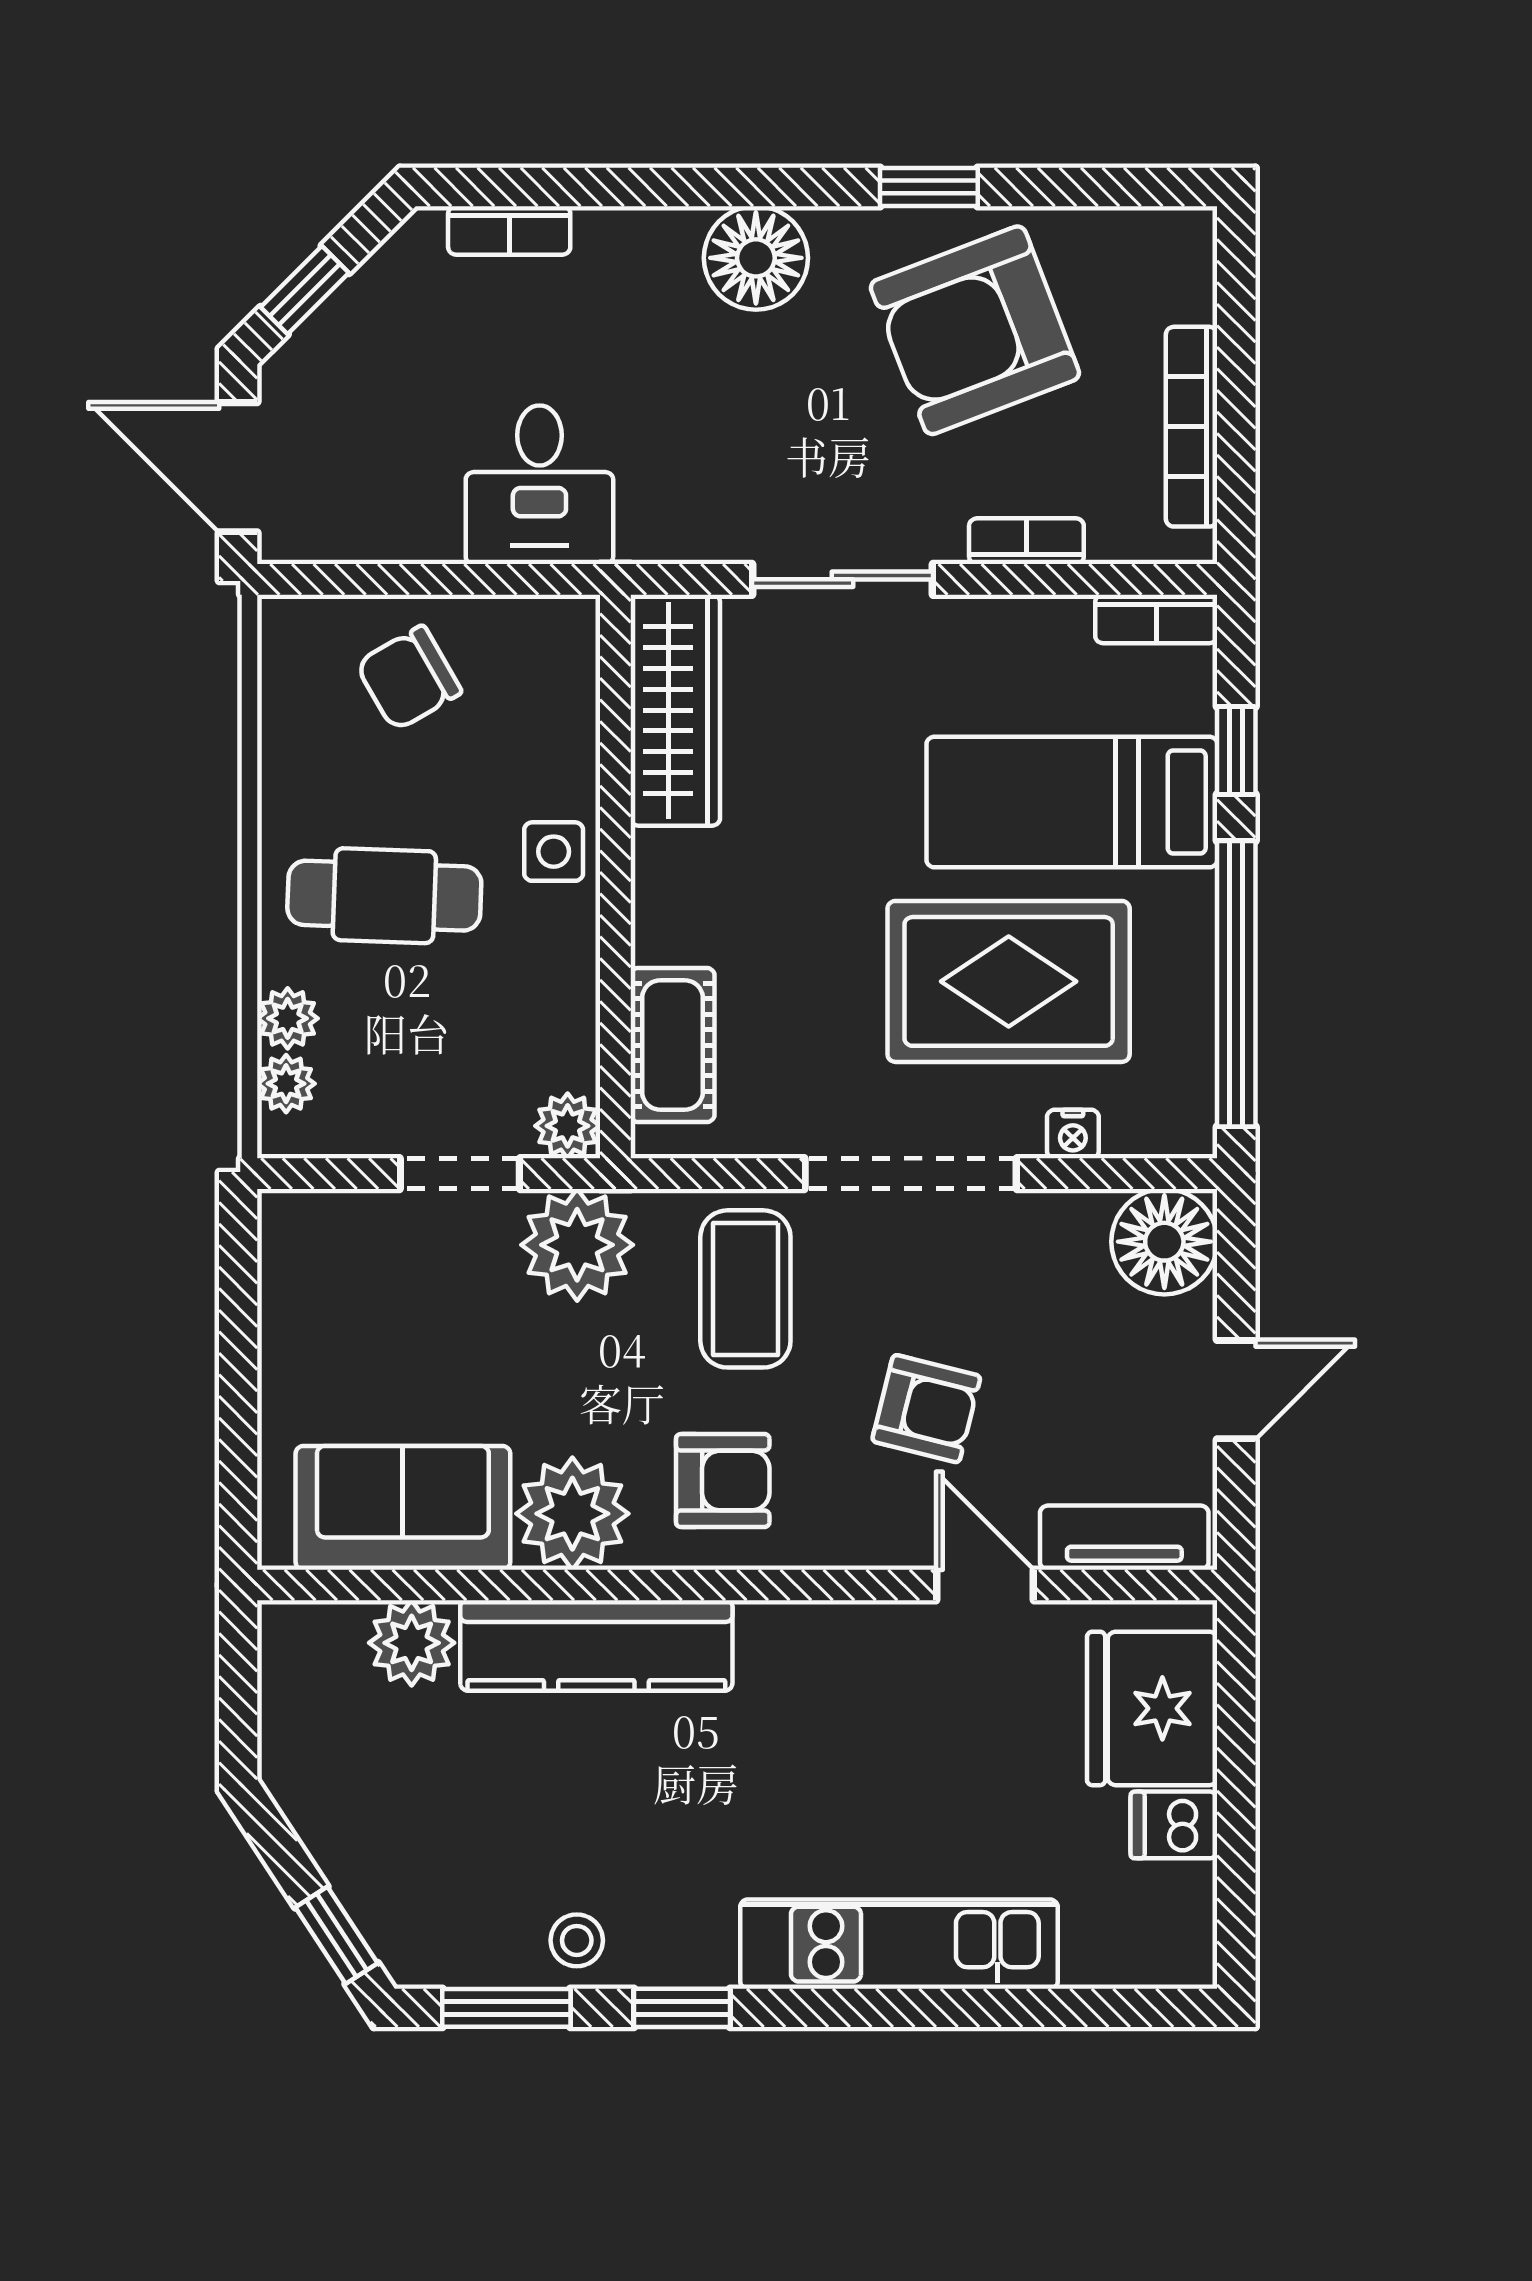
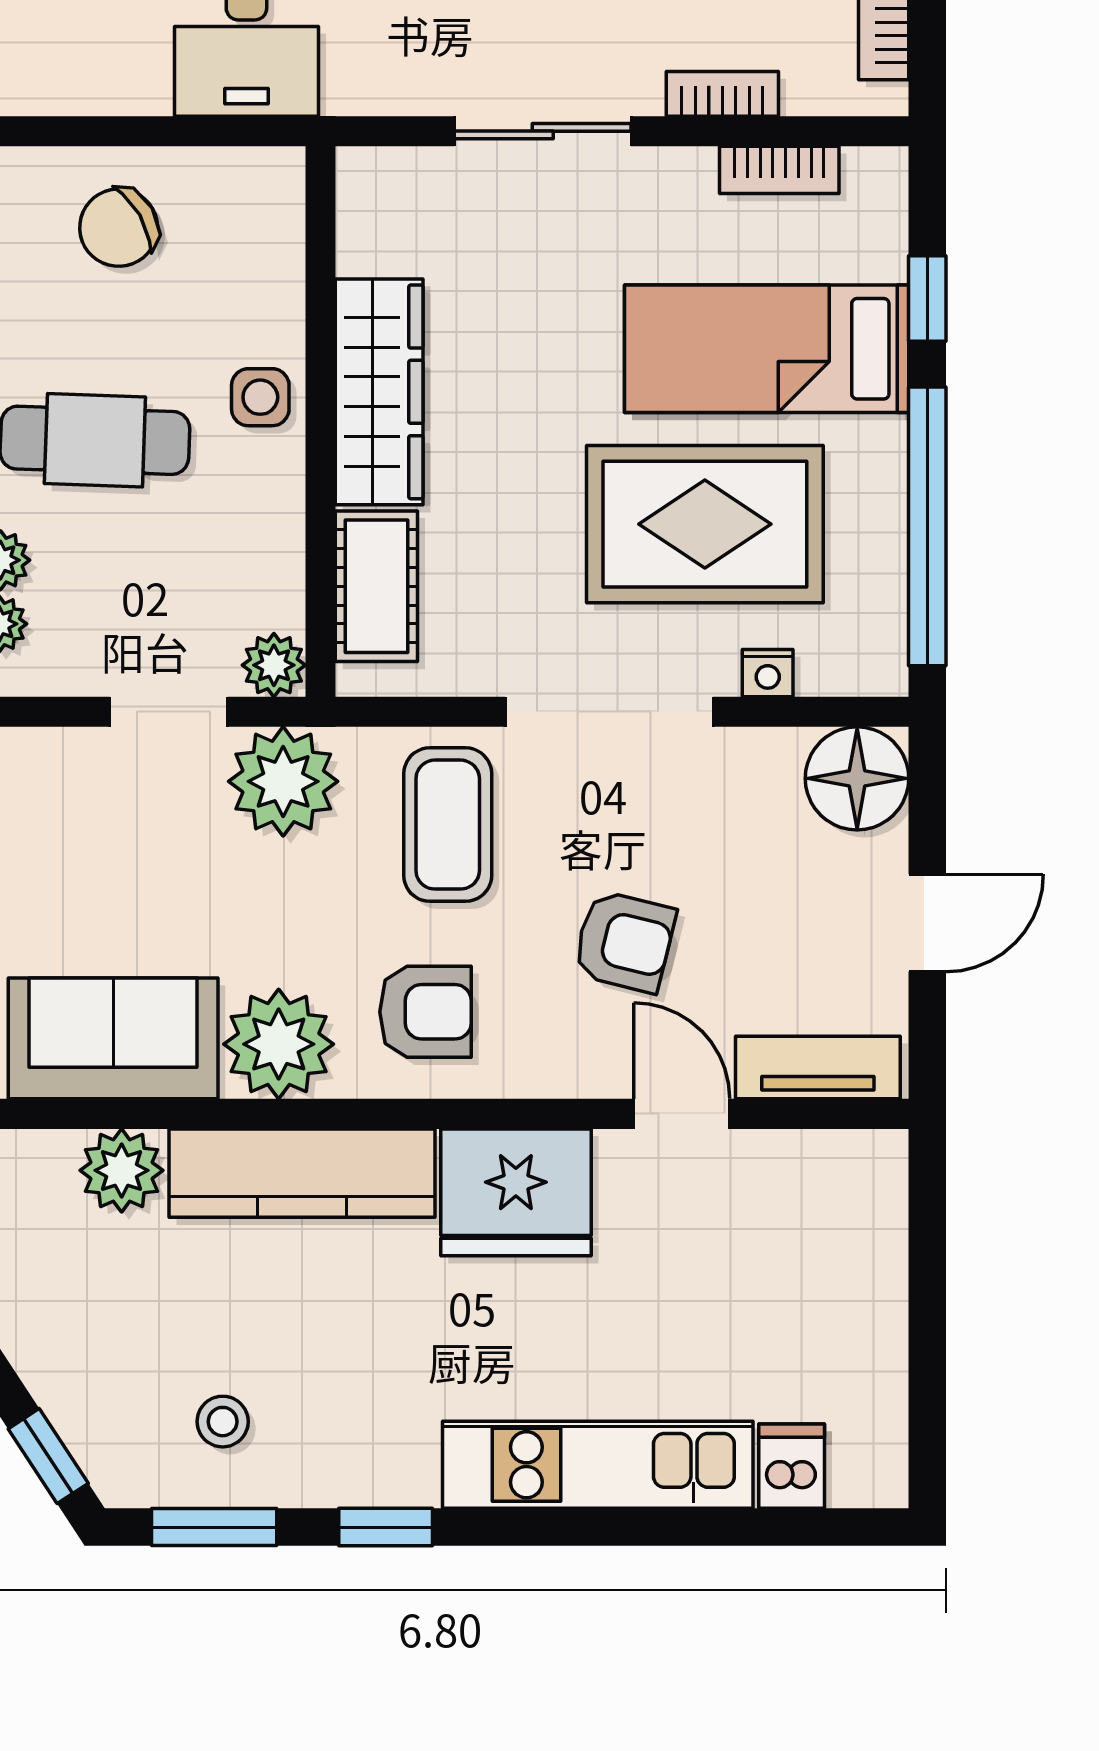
bookcase: (1156, 619) -> (779, 170), moved
wardrobe: (675, 710) -> (379, 392), moved
fridge: (1152, 1708) -> (516, 1192), moved, turned -90
dishwasher: (1174, 1825) -> (792, 1466), moved, turned 90
stool: (577, 1940) -> (223, 1422), moved

